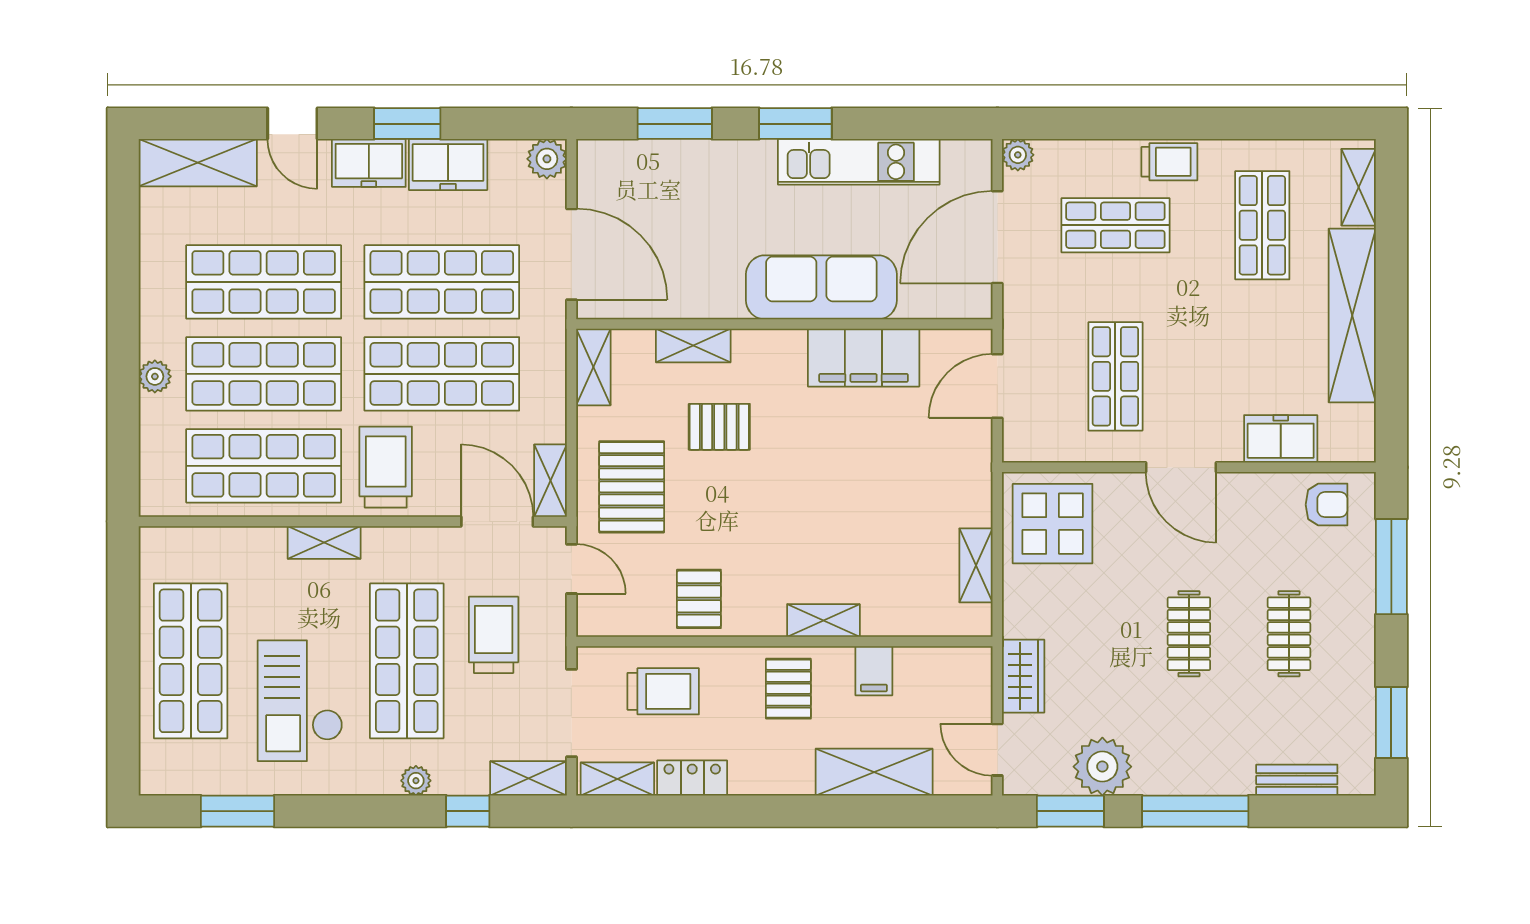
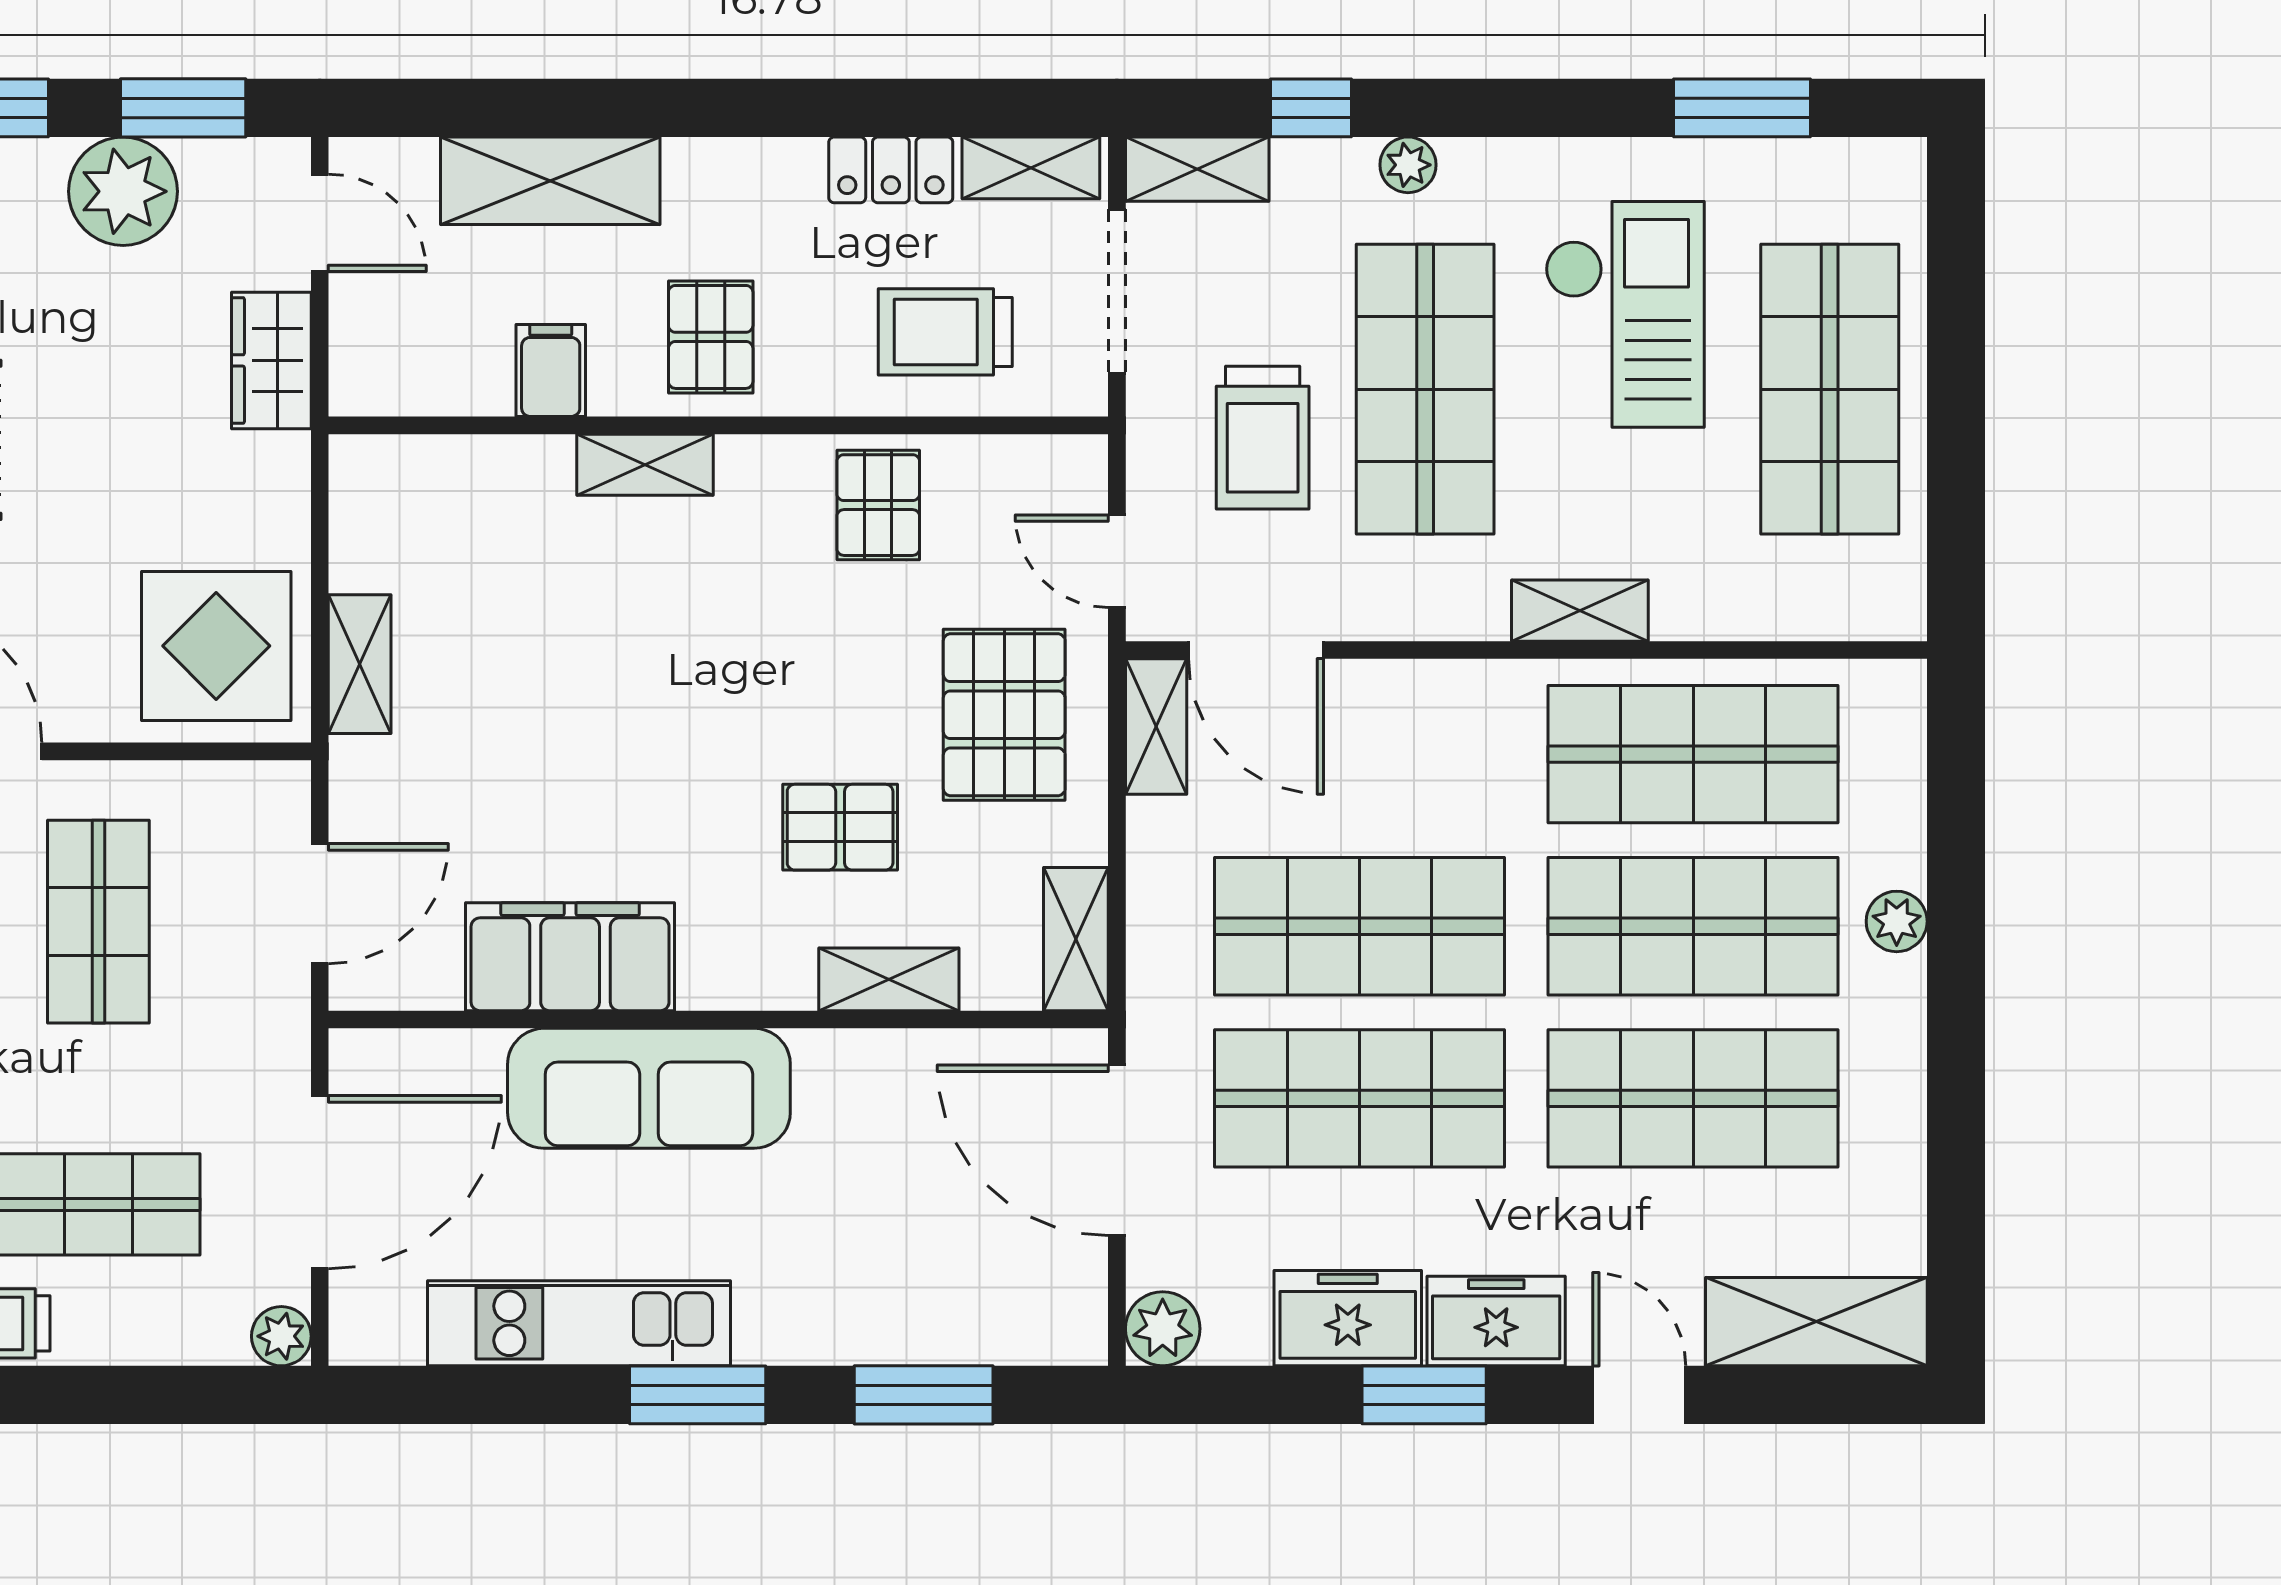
trolley: (386, 467) -> (1464, 752), removed
shelving: (976, 565) -> (360, 664), moved

